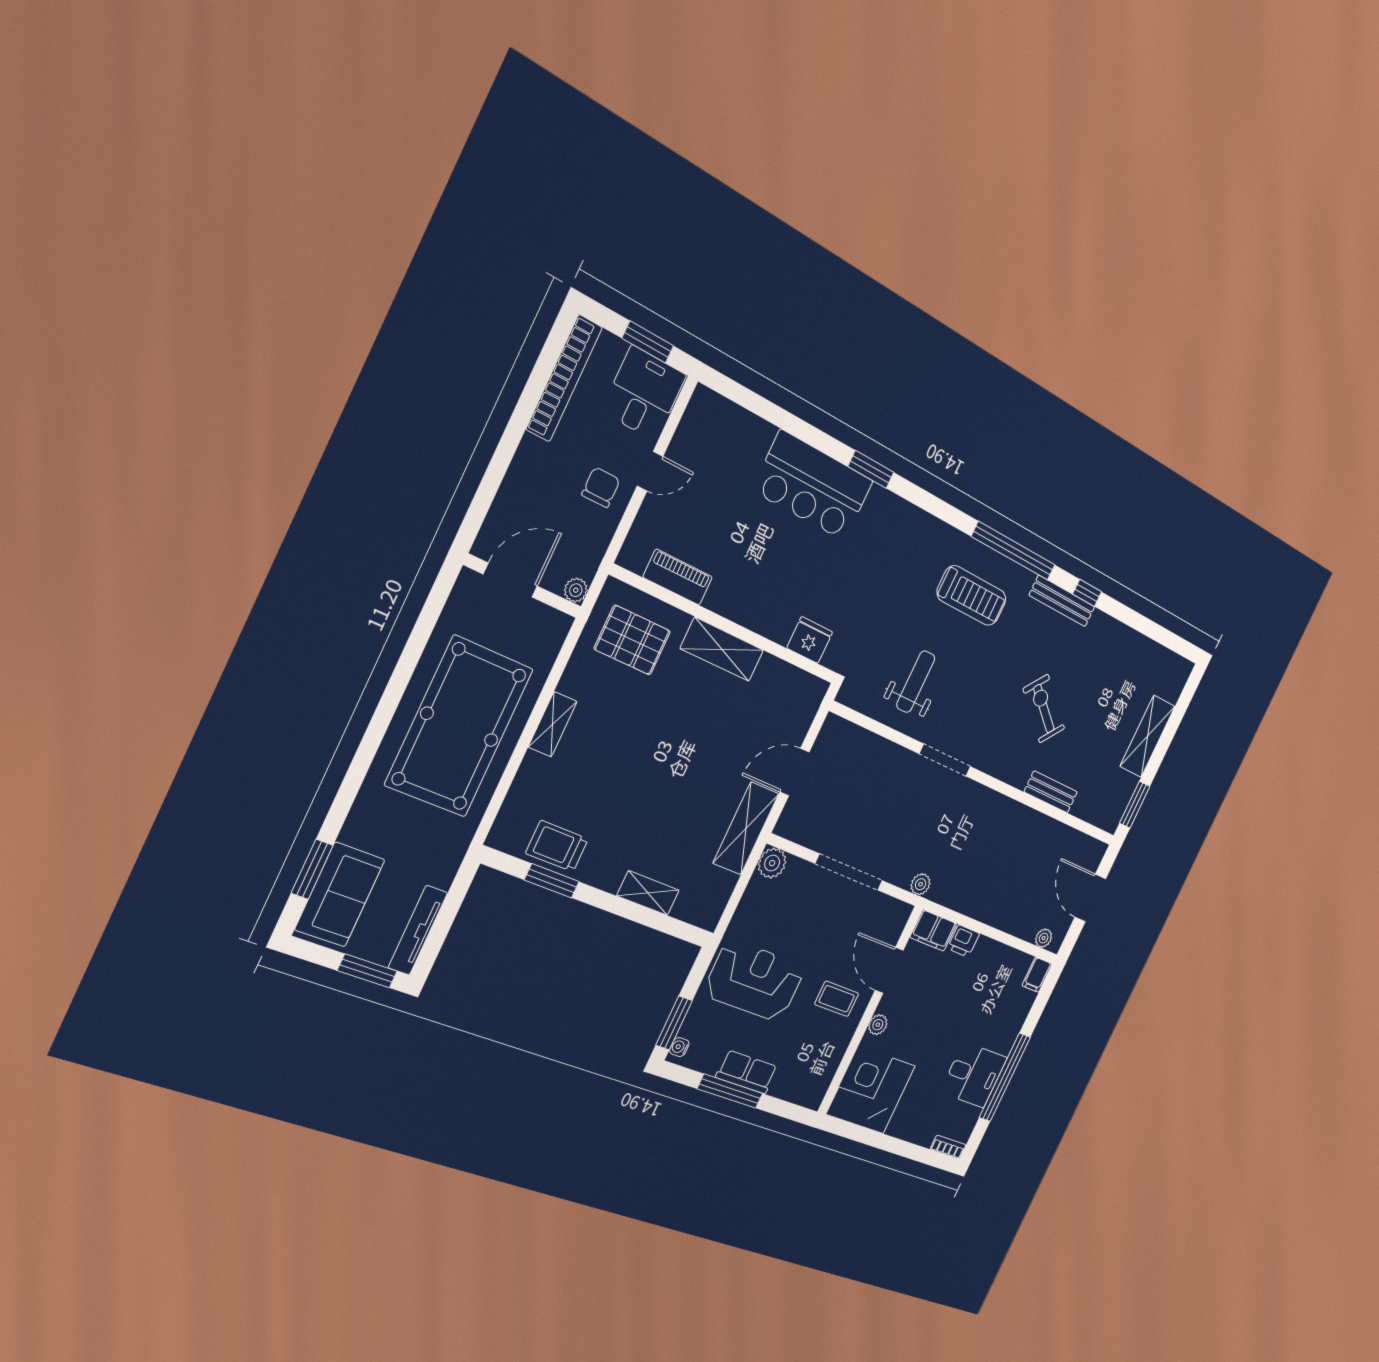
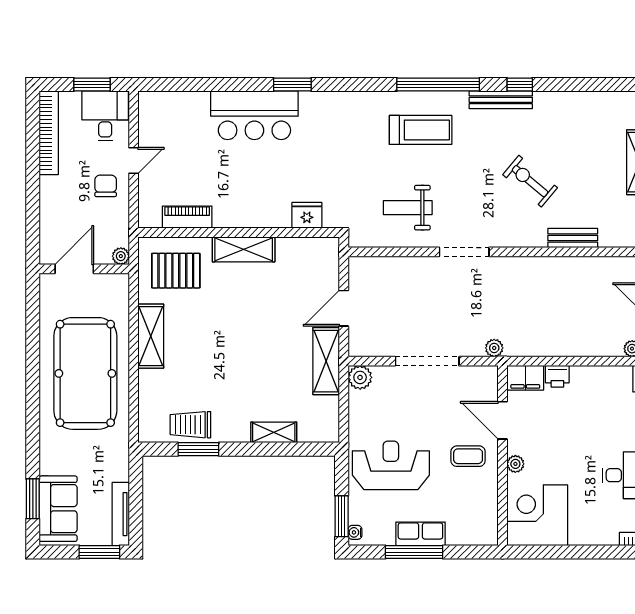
weight bench: (916, 682) -> (408, 208), turned -90
shelving: (553, 724) -> (151, 336), width x1.50, depth x1.33

